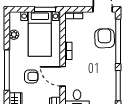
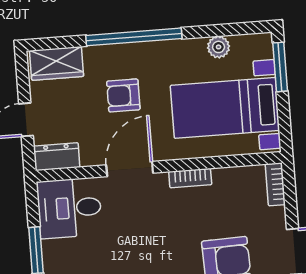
window: (45, 9) -> (280, 67), moved
armchair: (31, 76) -> (123, 95), turned 90

